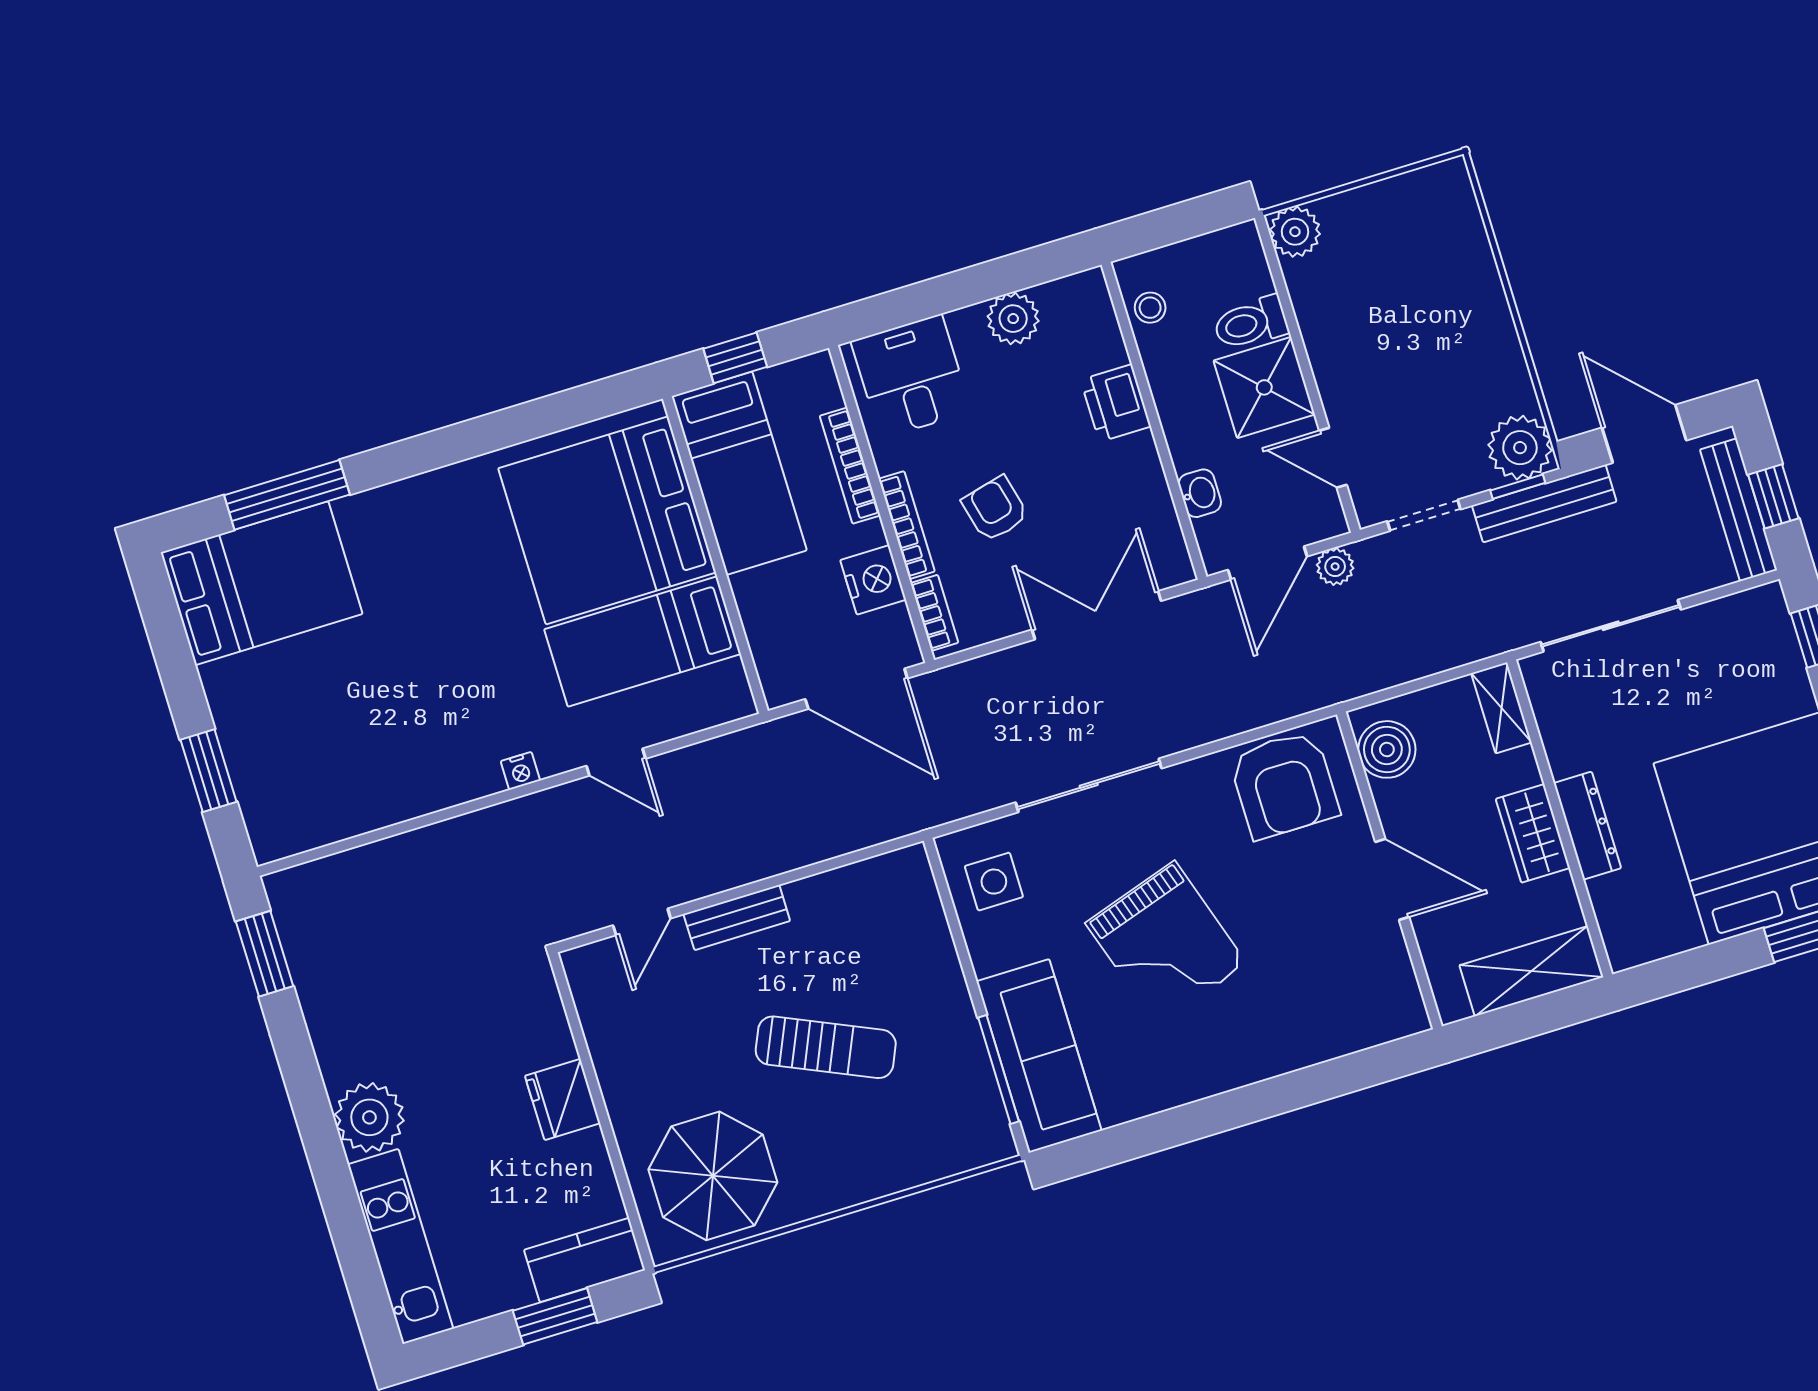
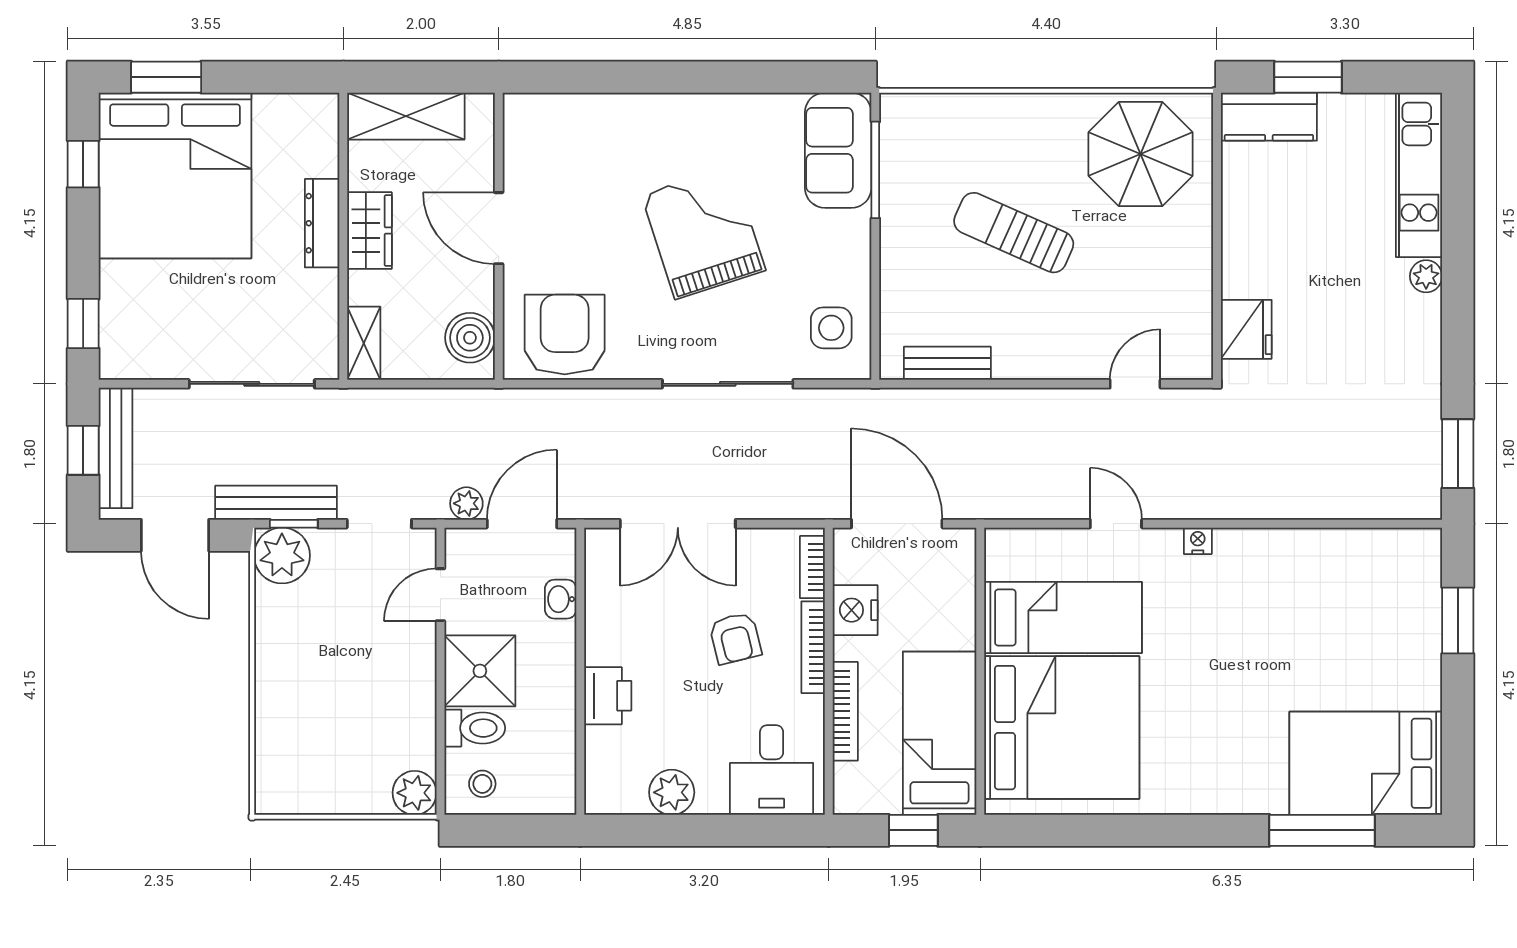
stool: (1150, 308) -> (482, 784), moved
door: (1333, 458) -> (440, 595), swing flipped
bench: (737, 918) -> (947, 363), moved
sofa: (1039, 1056) -> (838, 150), width x0.73
fridge: (563, 1099) -> (1246, 329), moved
plant: (369, 1117) -> (1426, 276), width x0.53, depth x0.53

